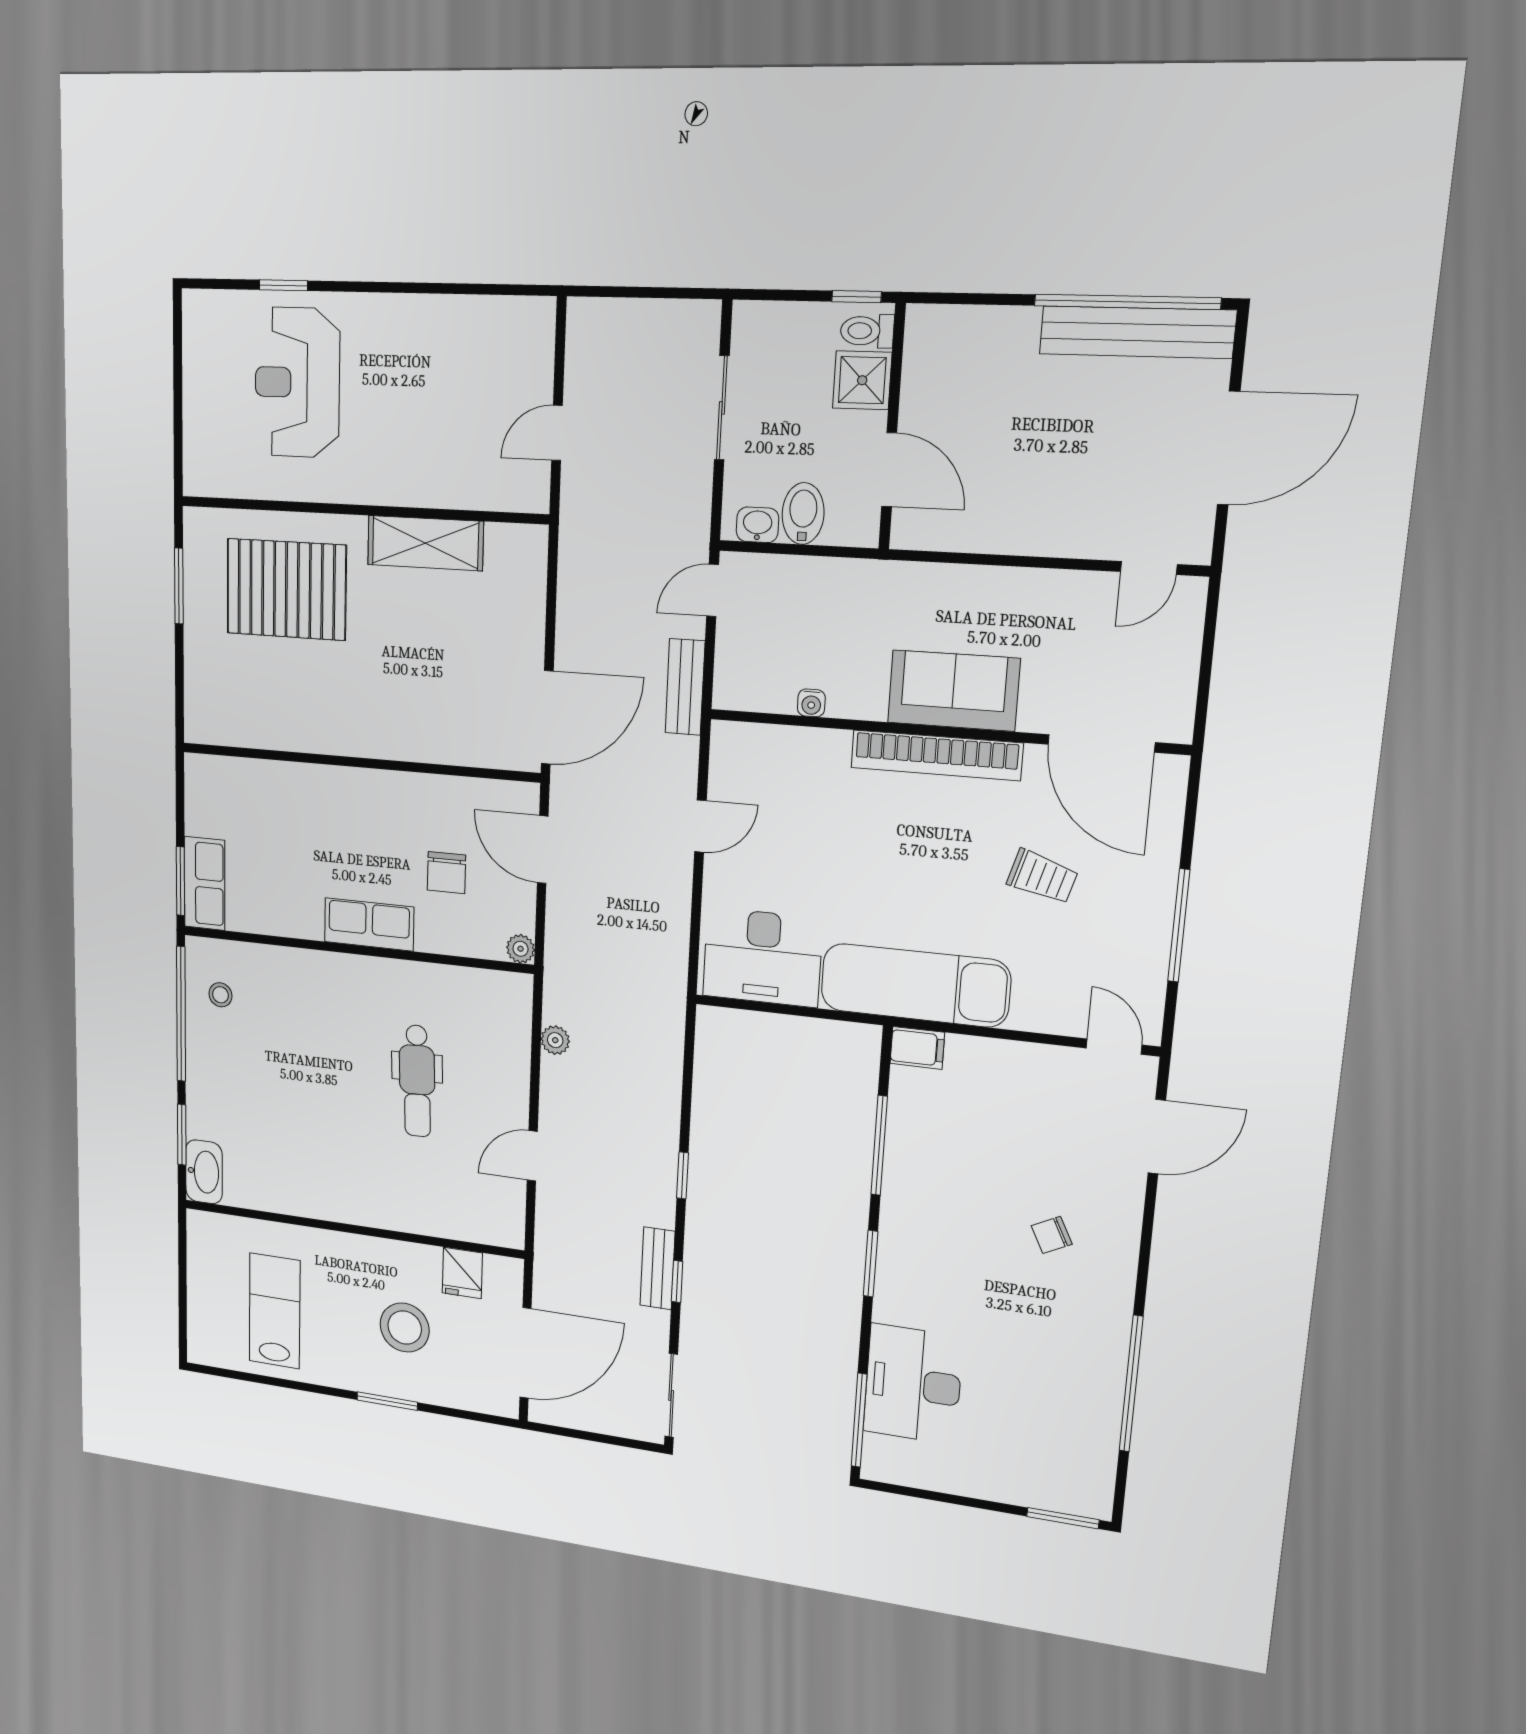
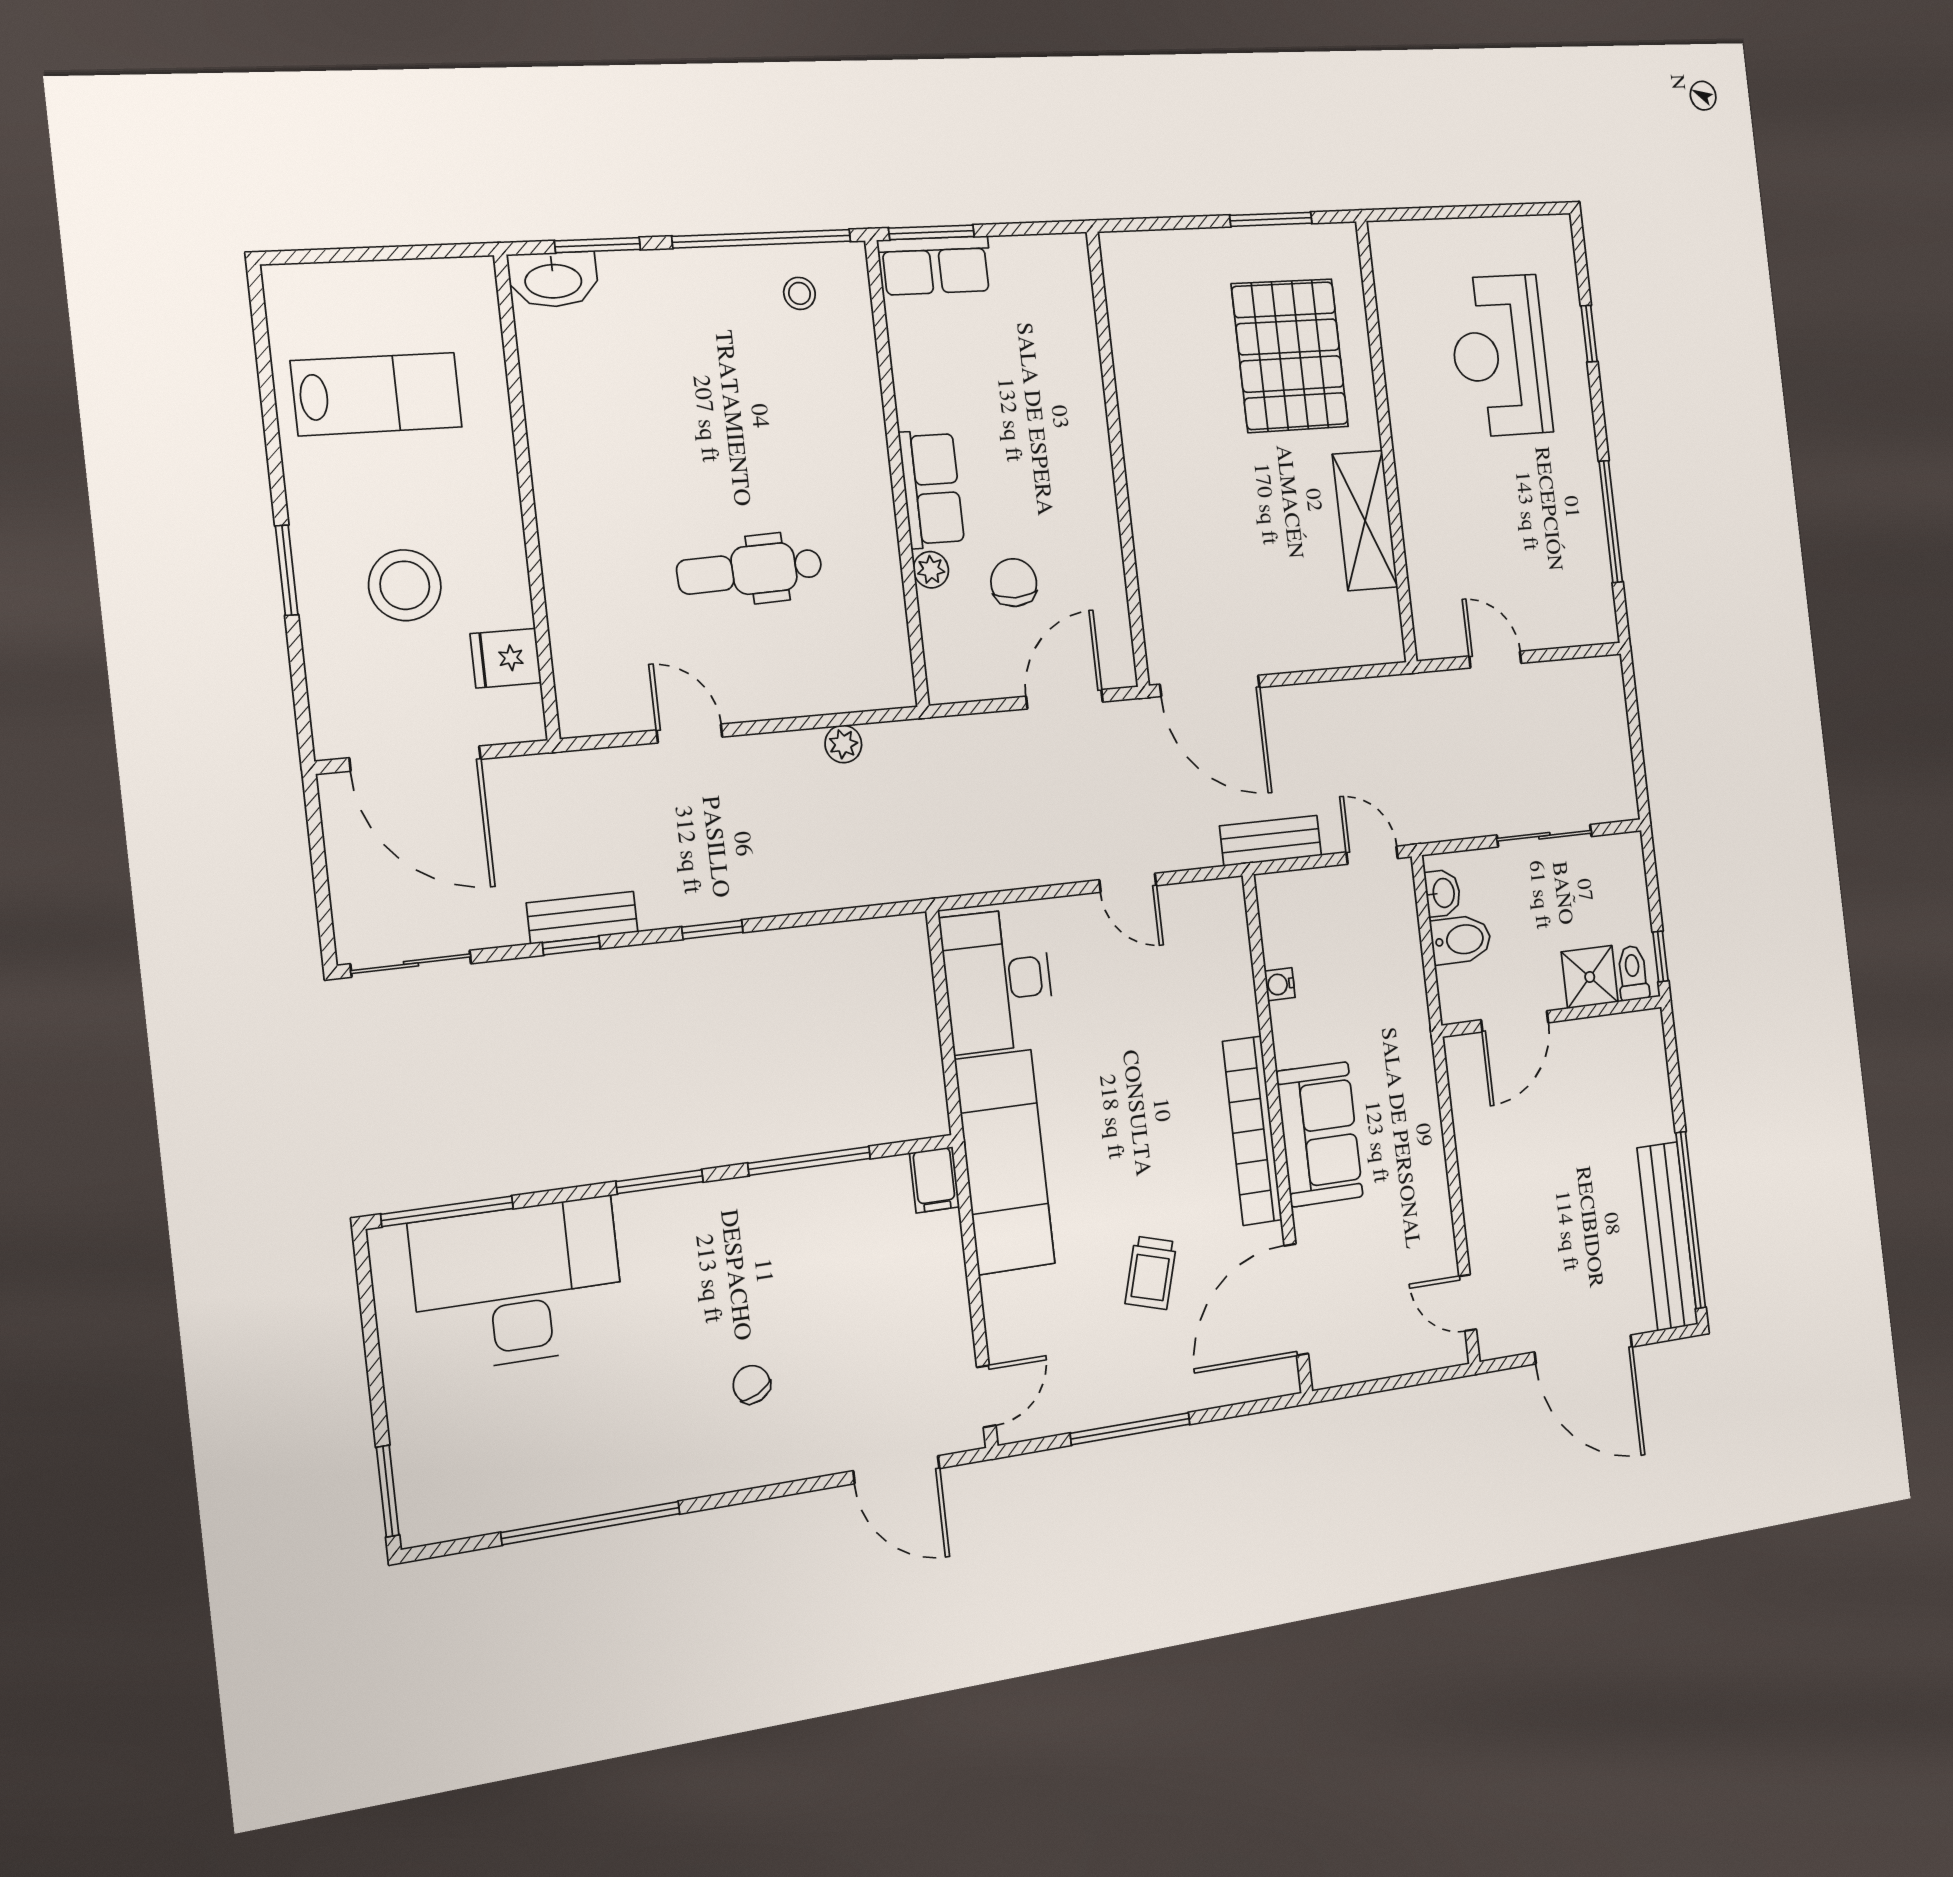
window: (447, 289) -> (1611, 522), added
reception desk: (297, 383) -> (1500, 356), turned -90
chair: (446, 873) -> (1014, 583), turned 90
plant: (521, 949) -> (931, 570), moved
desk: (913, 1384) -> (518, 1285), width x1.36, depth x1.30

